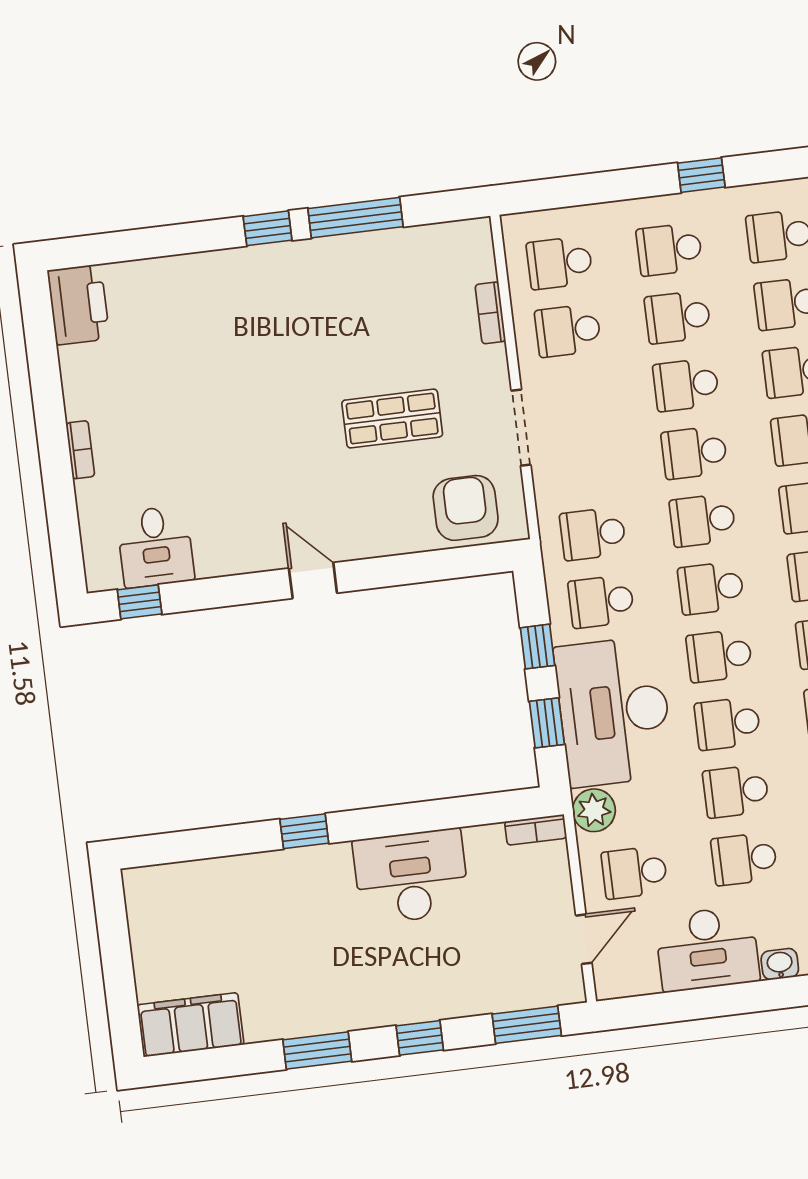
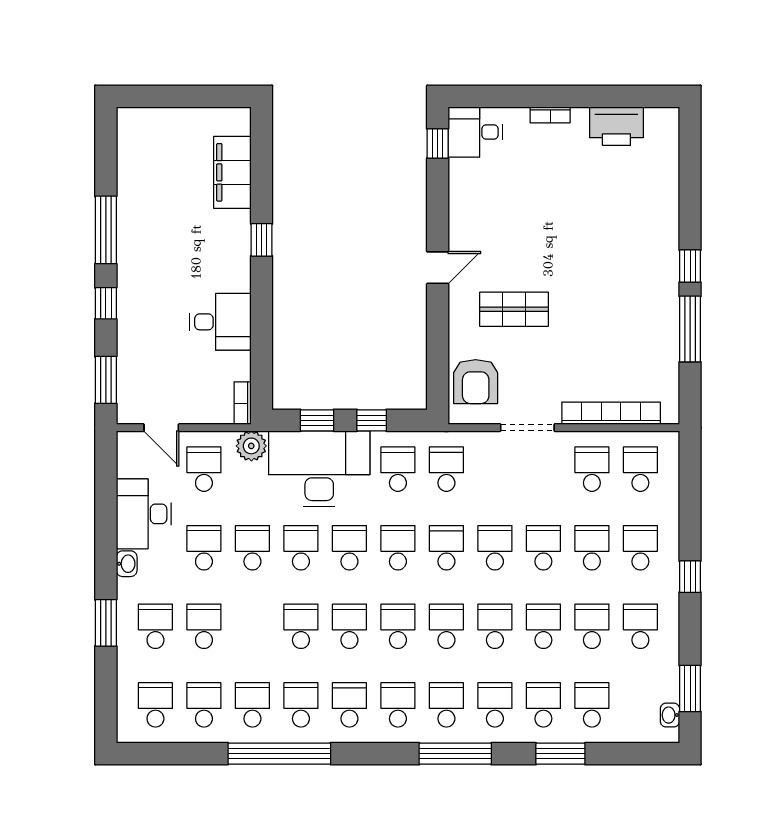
printer: (78, 304) -> (616, 126), moved
bookcase: (490, 313) -> (611, 413), width x2.31, depth x1.31
shop shelf: (392, 419) -> (514, 309), moved, turned 90
armchair: (466, 508) -> (476, 382), turned 90
desk: (155, 547) -> (475, 132), moved
desk: (411, 876) -> (220, 322), width x0.73
filing cabinet: (191, 1025) -> (232, 172), moved, turned 180
window: (317, 1050) -> (106, 230), width x1.44

